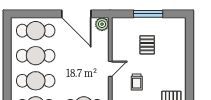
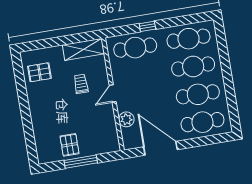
plant: (102, 24) -> (126, 119), moved
pallet: (147, 45) -> (69, 145), moved

